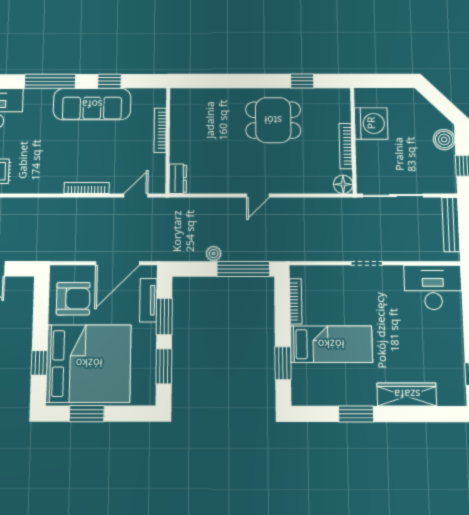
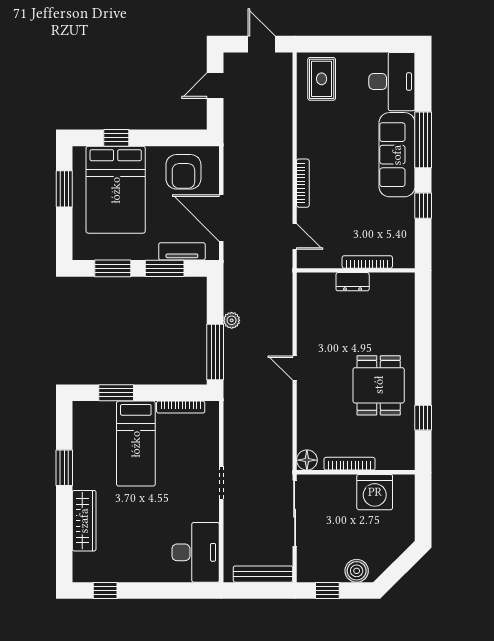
sofa: (92, 104) -> (397, 155), moved
dresser: (178, 179) -> (353, 282), moved
bed: (89, 363) -> (116, 190), width x0.73

